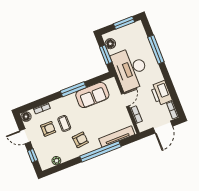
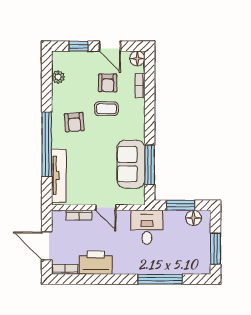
desk: (130, 69) -> (147, 227), width x0.53, depth x0.77
window: (73, 89) -> (150, 165), moved
door: (25, 136) -> (110, 46), swing flipped

